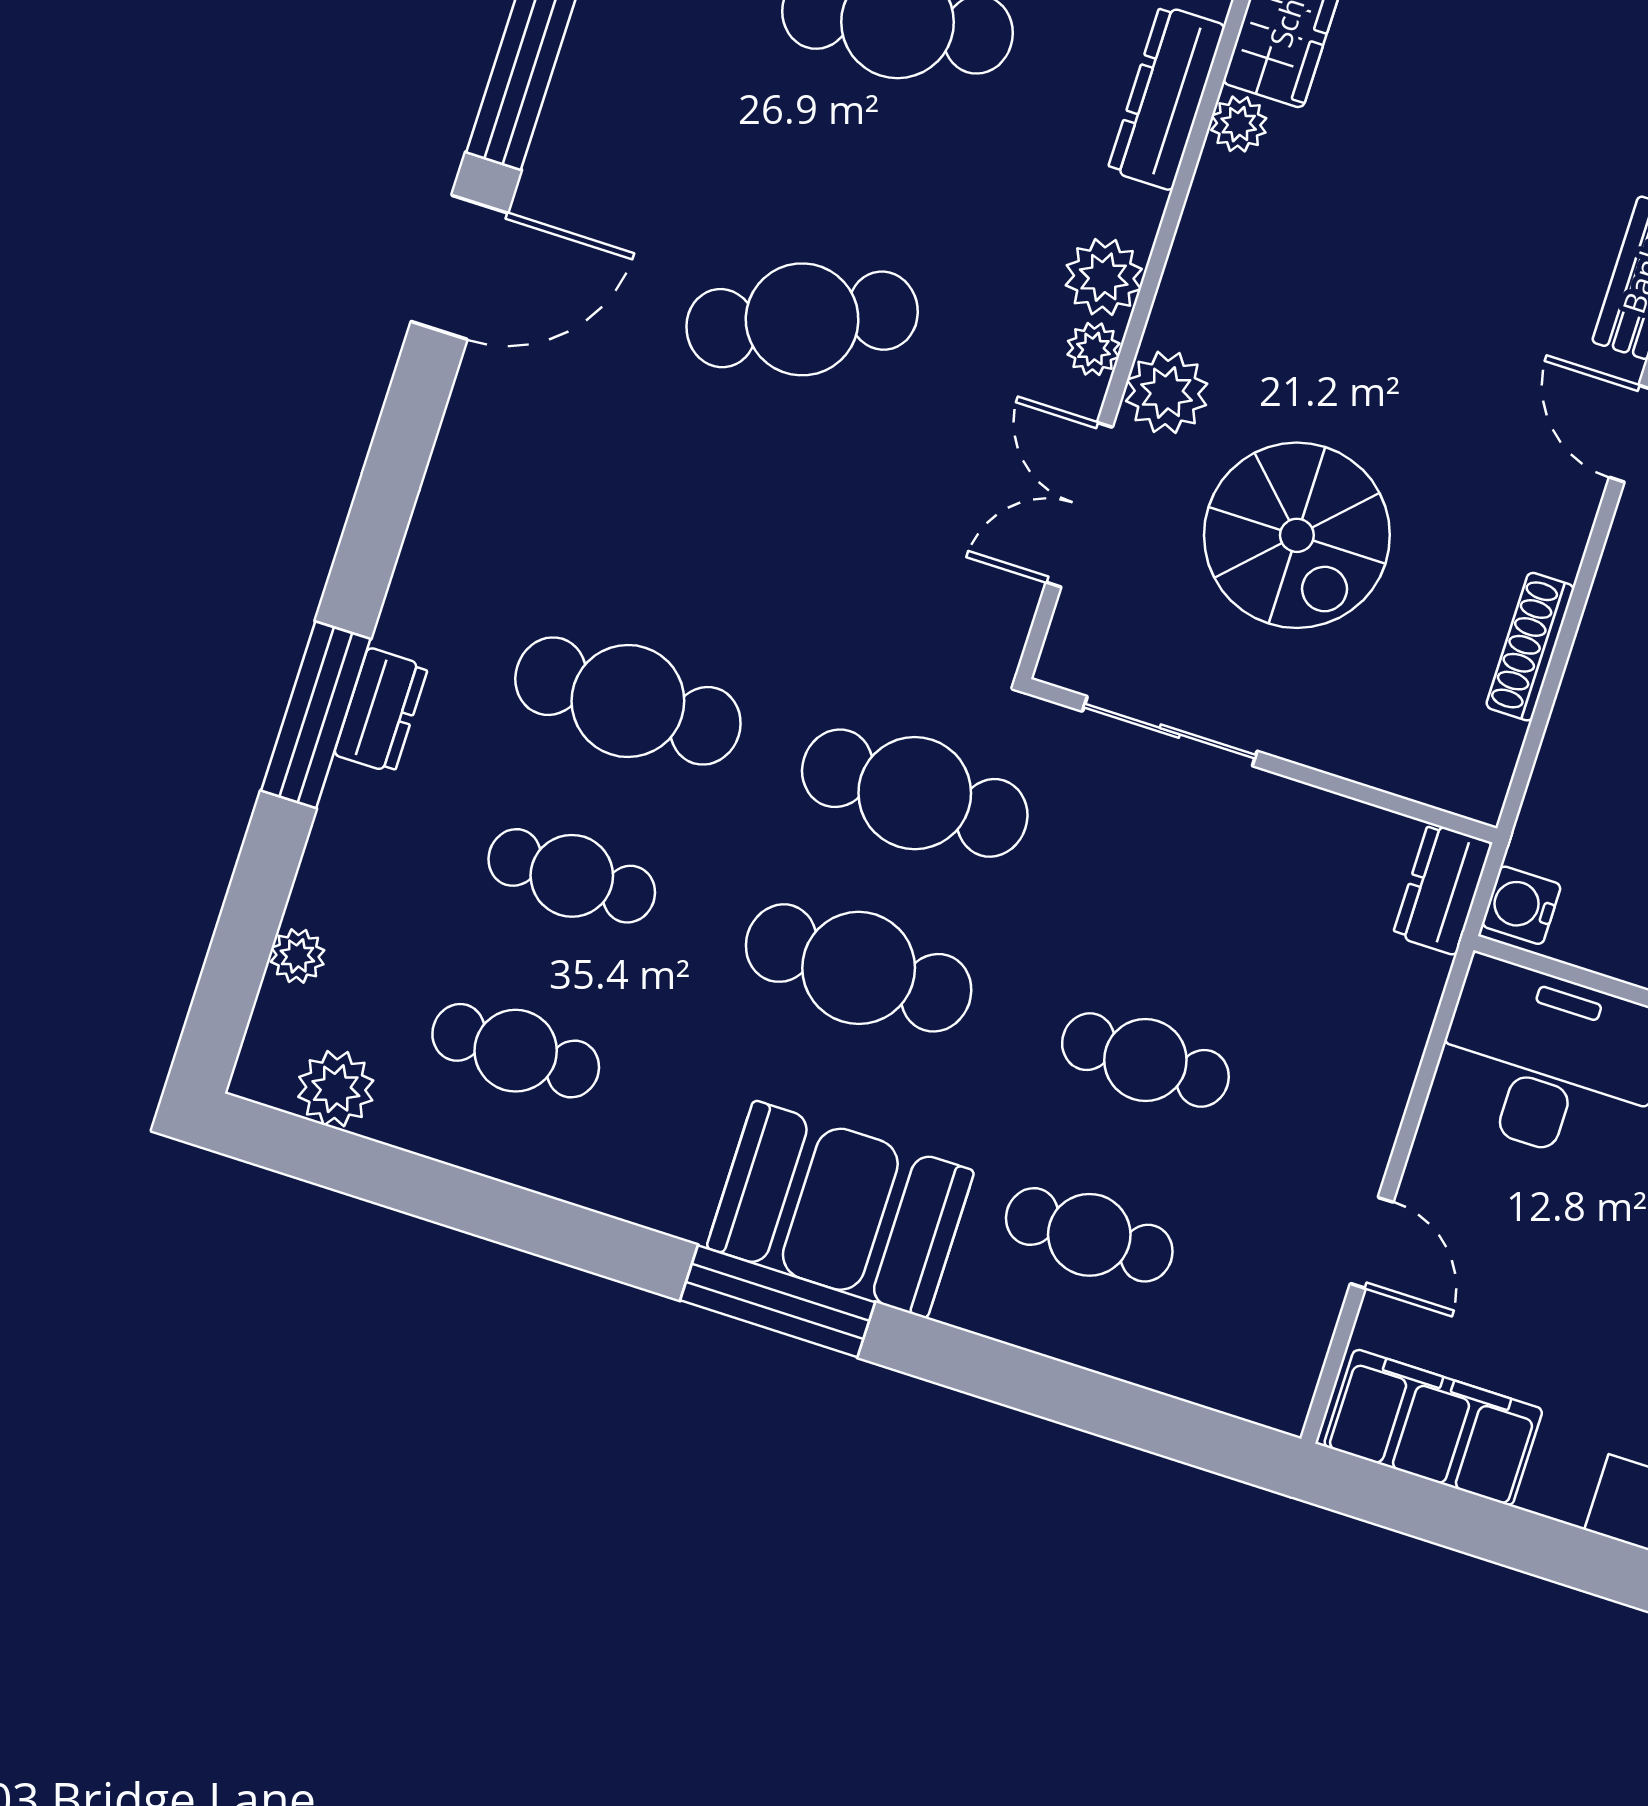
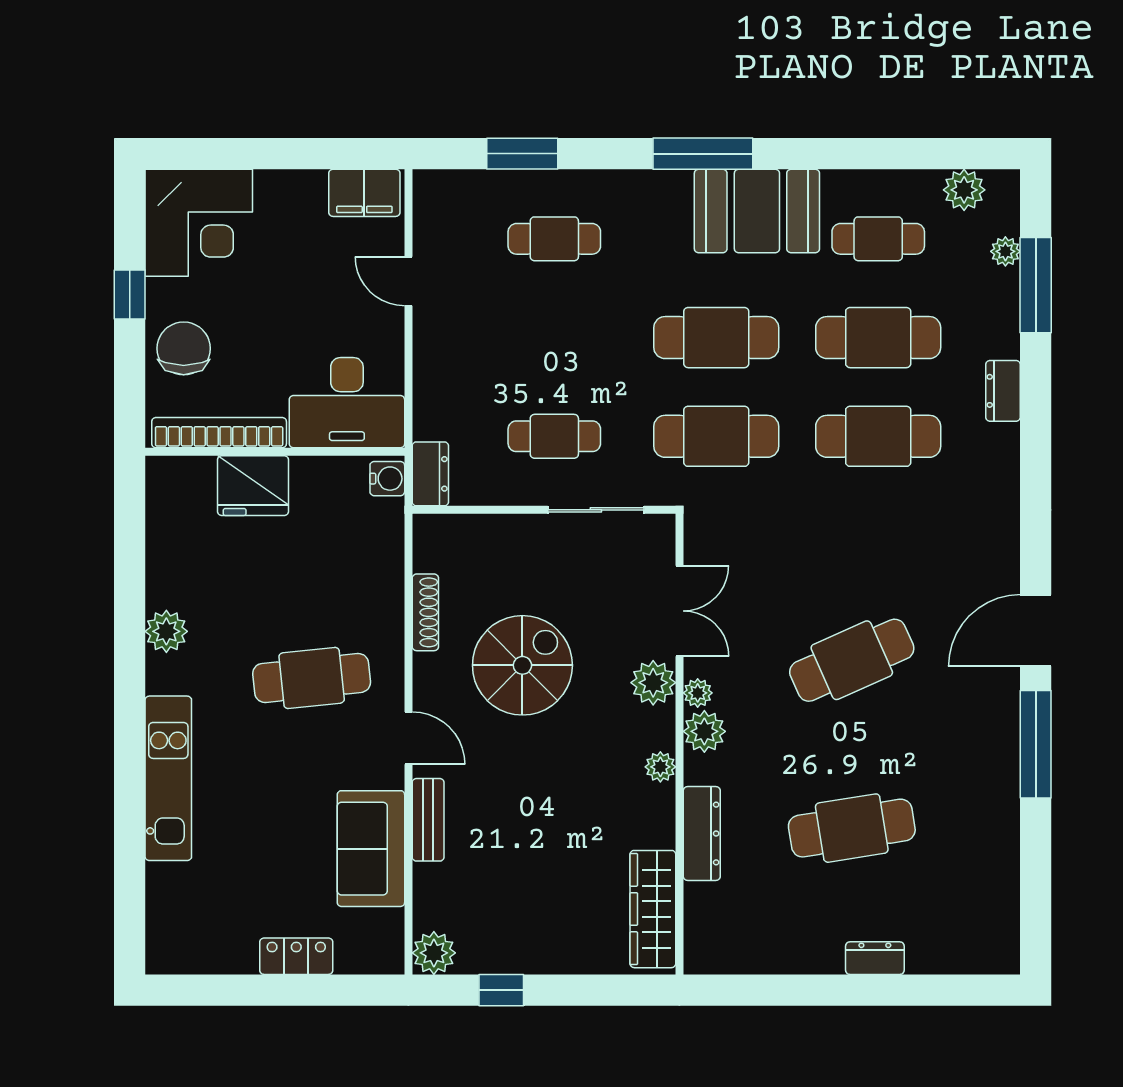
plant: (1239, 124) -> (660, 767), moved
spiral stairs: (1297, 535) -> (522, 665), moved, turned 90
window: (316, 715) -> (1036, 285), moved
cafe table: (572, 876) -> (878, 338), width x1.37, depth x1.35
cafe table: (1145, 1060) -> (554, 436), moved
booth: (840, 1209) -> (757, 211), moved
window: (1097, 1404) -> (522, 154), added
filing cabinet: (1433, 1427) -> (364, 193), width x0.67, depth x0.86

